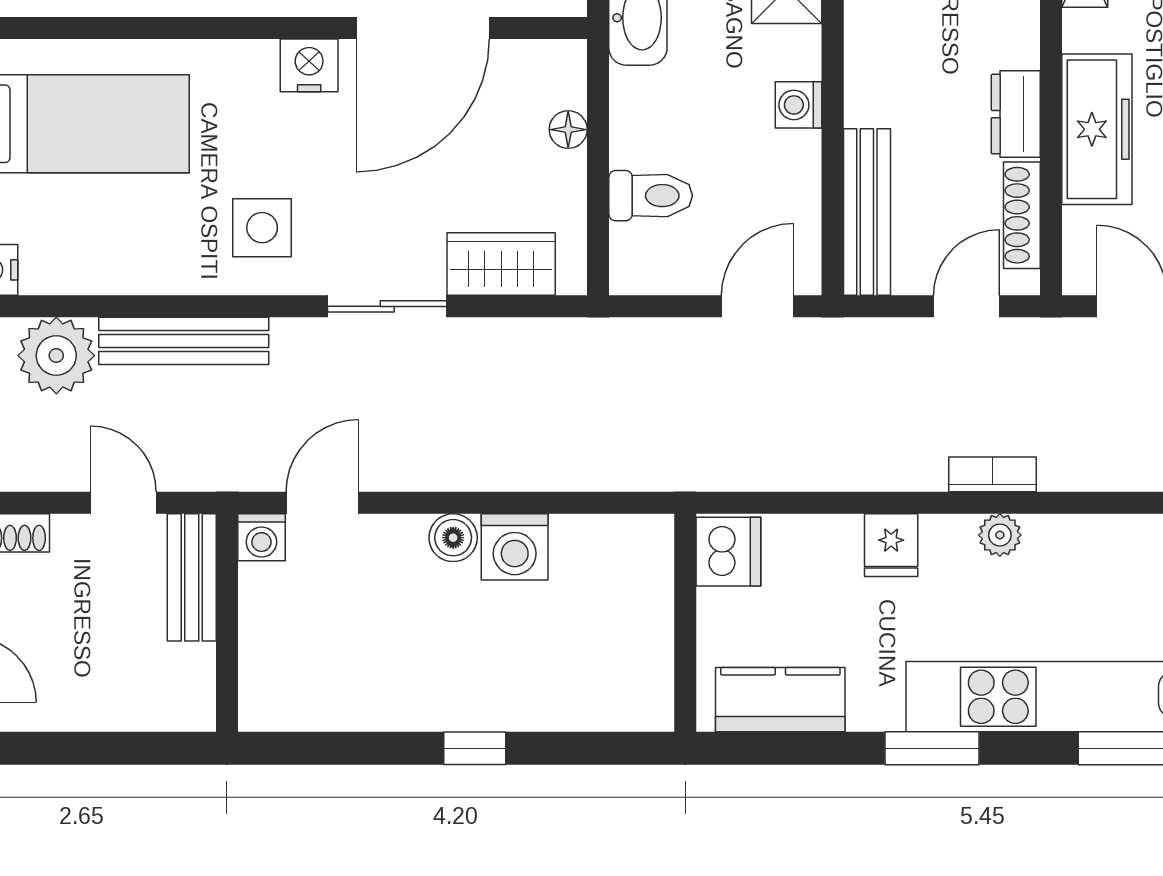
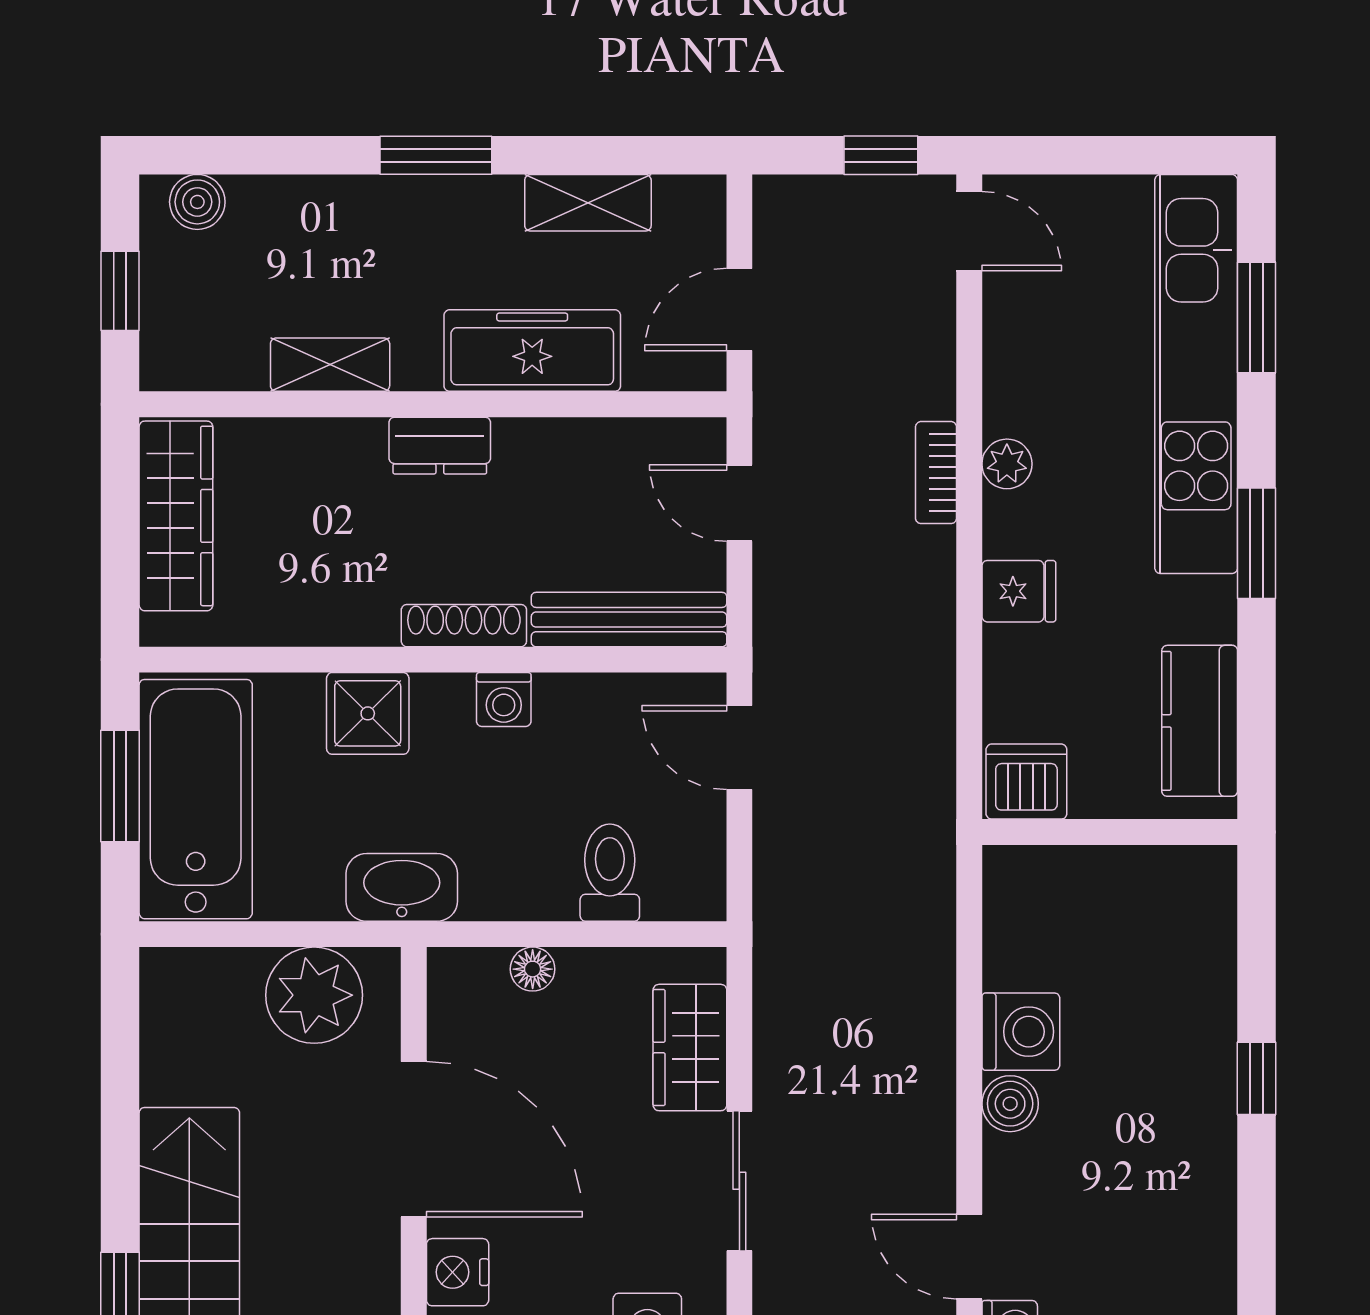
dresser: (1016, 114) -> (440, 446), moved
shoe rack: (1022, 215) -> (464, 626), moved, turned 180

